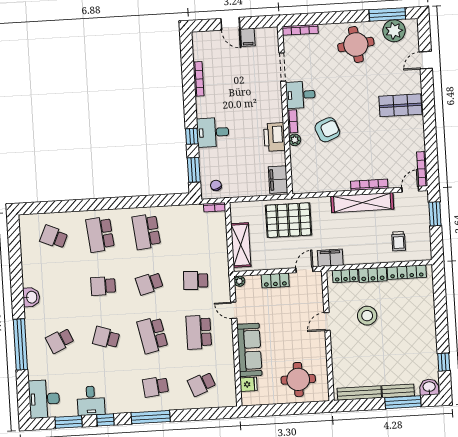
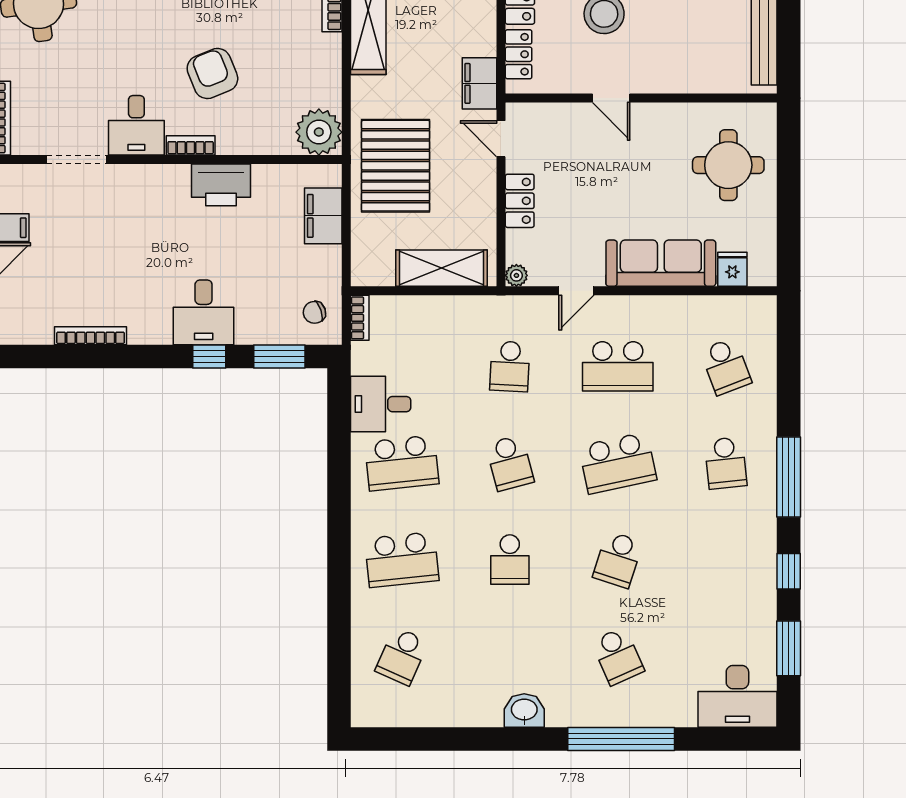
plant: (295, 140) -> (319, 132), moved, width x1.87, depth x1.87
filing cabinet: (278, 180) -> (323, 216), moved, turned 90
desk: (91, 401) -> (381, 404), moved, turned 180

